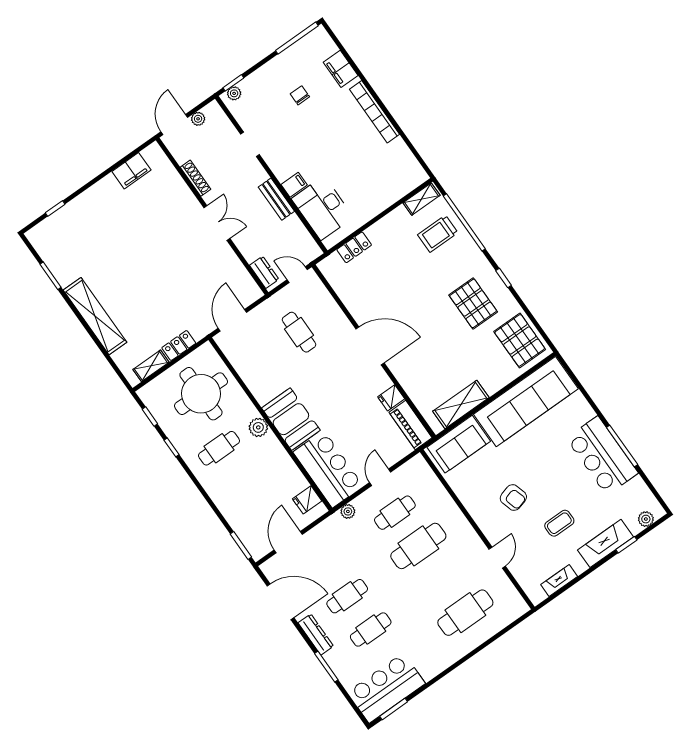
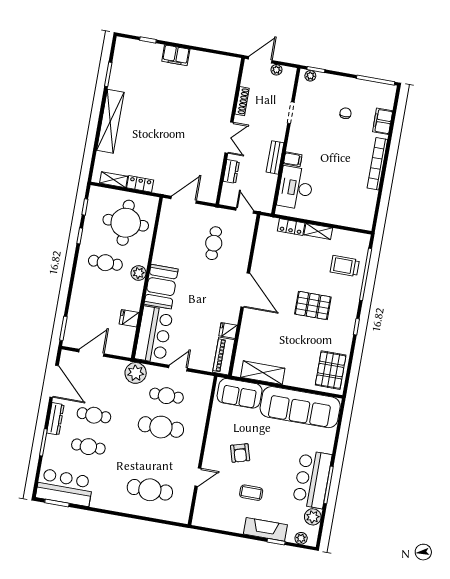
filing cabinet: (131, 171) -> (176, 55), moved
shelving: (421, 199) -> (318, 231), moved
dresser: (264, 272) -> (231, 171), moved
pallet: (473, 303) -> (313, 305), moved, turned 90
plant: (637, 489) -> (313, 517), added
fridge: (307, 500) -> (129, 318), moved
plant: (348, 511) -> (136, 373), width x1.87, depth x1.87
fireplace: (559, 580) -> (219, 524), removed

